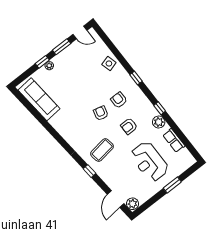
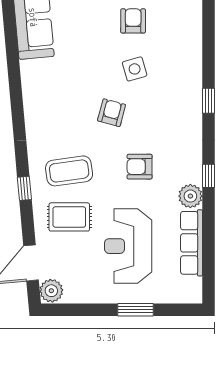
side table: (109, 63) -> (135, 69), moved
armchair: (119, 100) -> (133, 21), moved
row of seats: (174, 140) -> (191, 243), width x1.48
rug: (117, 169) -> (69, 217), added

